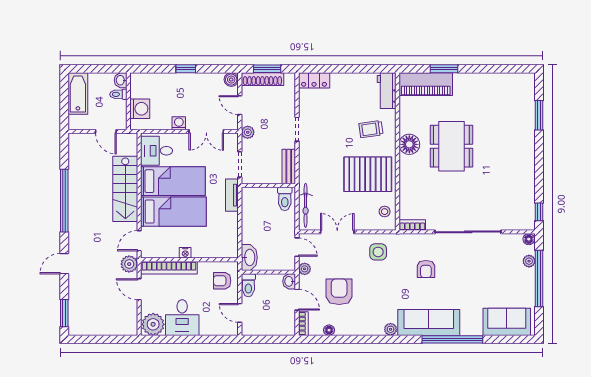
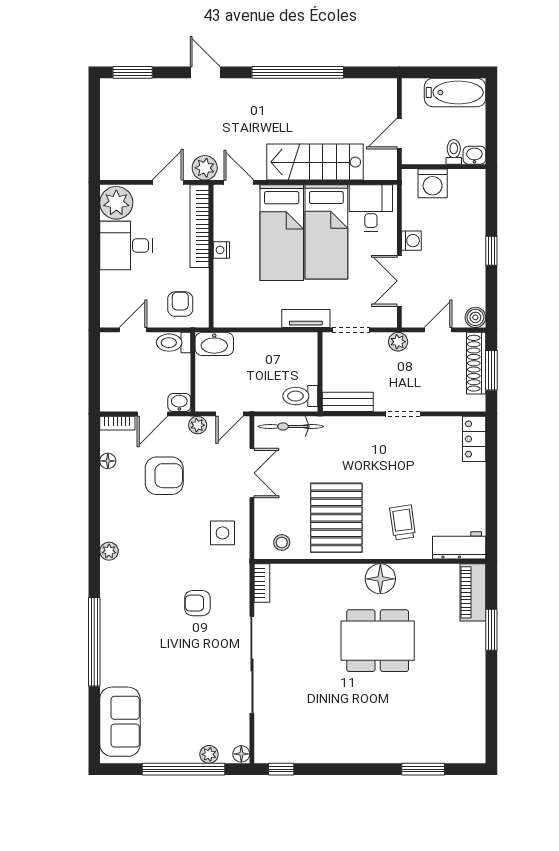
piano: (426, 84) -> (473, 592), width x0.73, depth x0.75
sofa: (429, 322) -> (119, 607), removed

